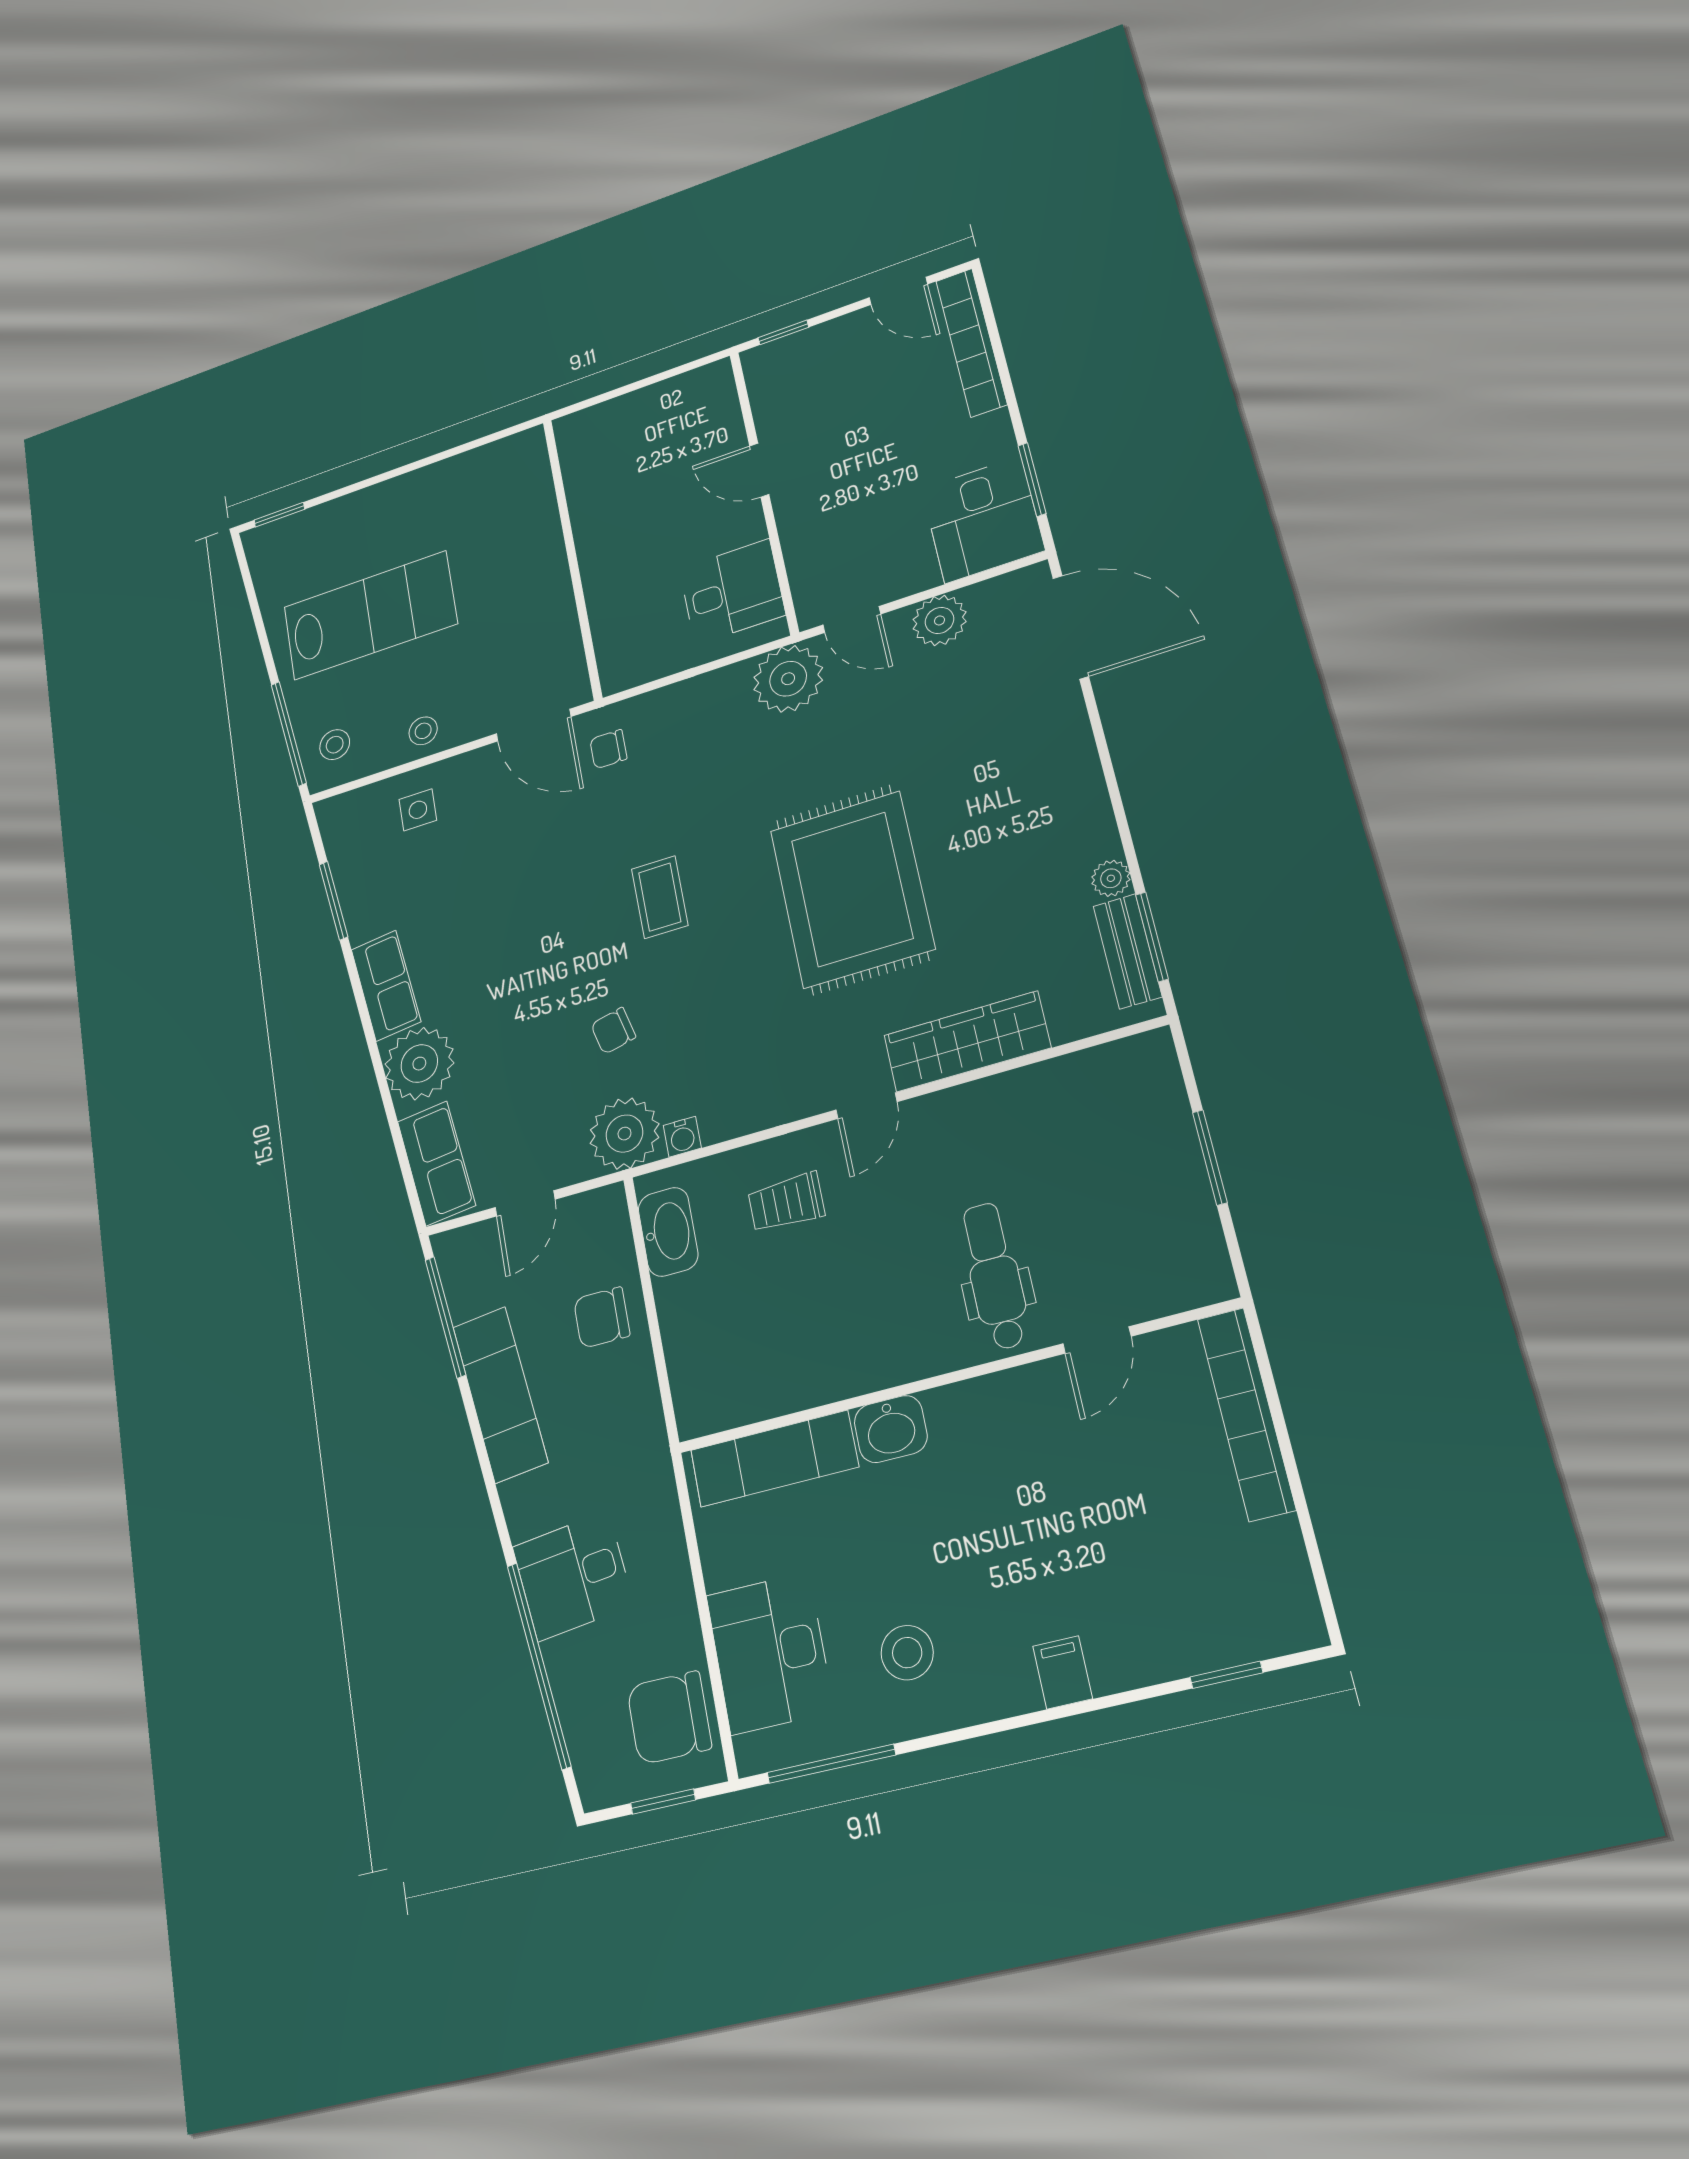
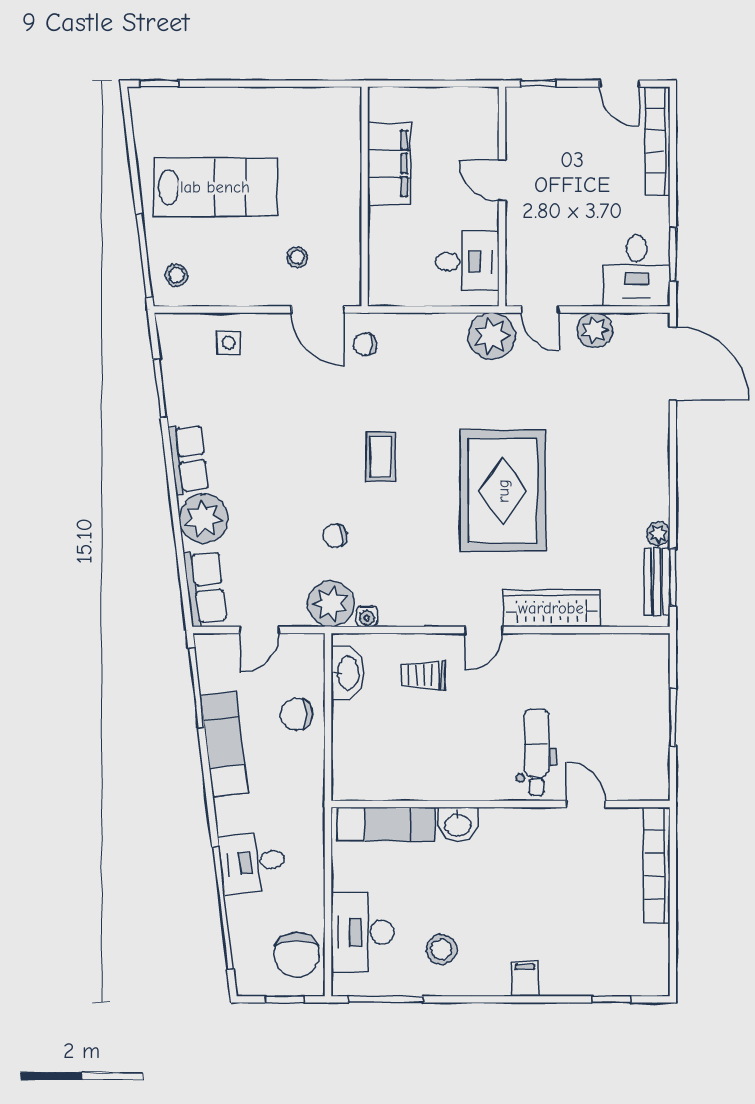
filing cabinet: (598, 504) -> (389, 164), added
stool: (423, 731) -> (297, 257), moved
door: (1097, 1340) -> (586, 804), swing flipped
chair: (669, 1718) -> (297, 955), turned -90

